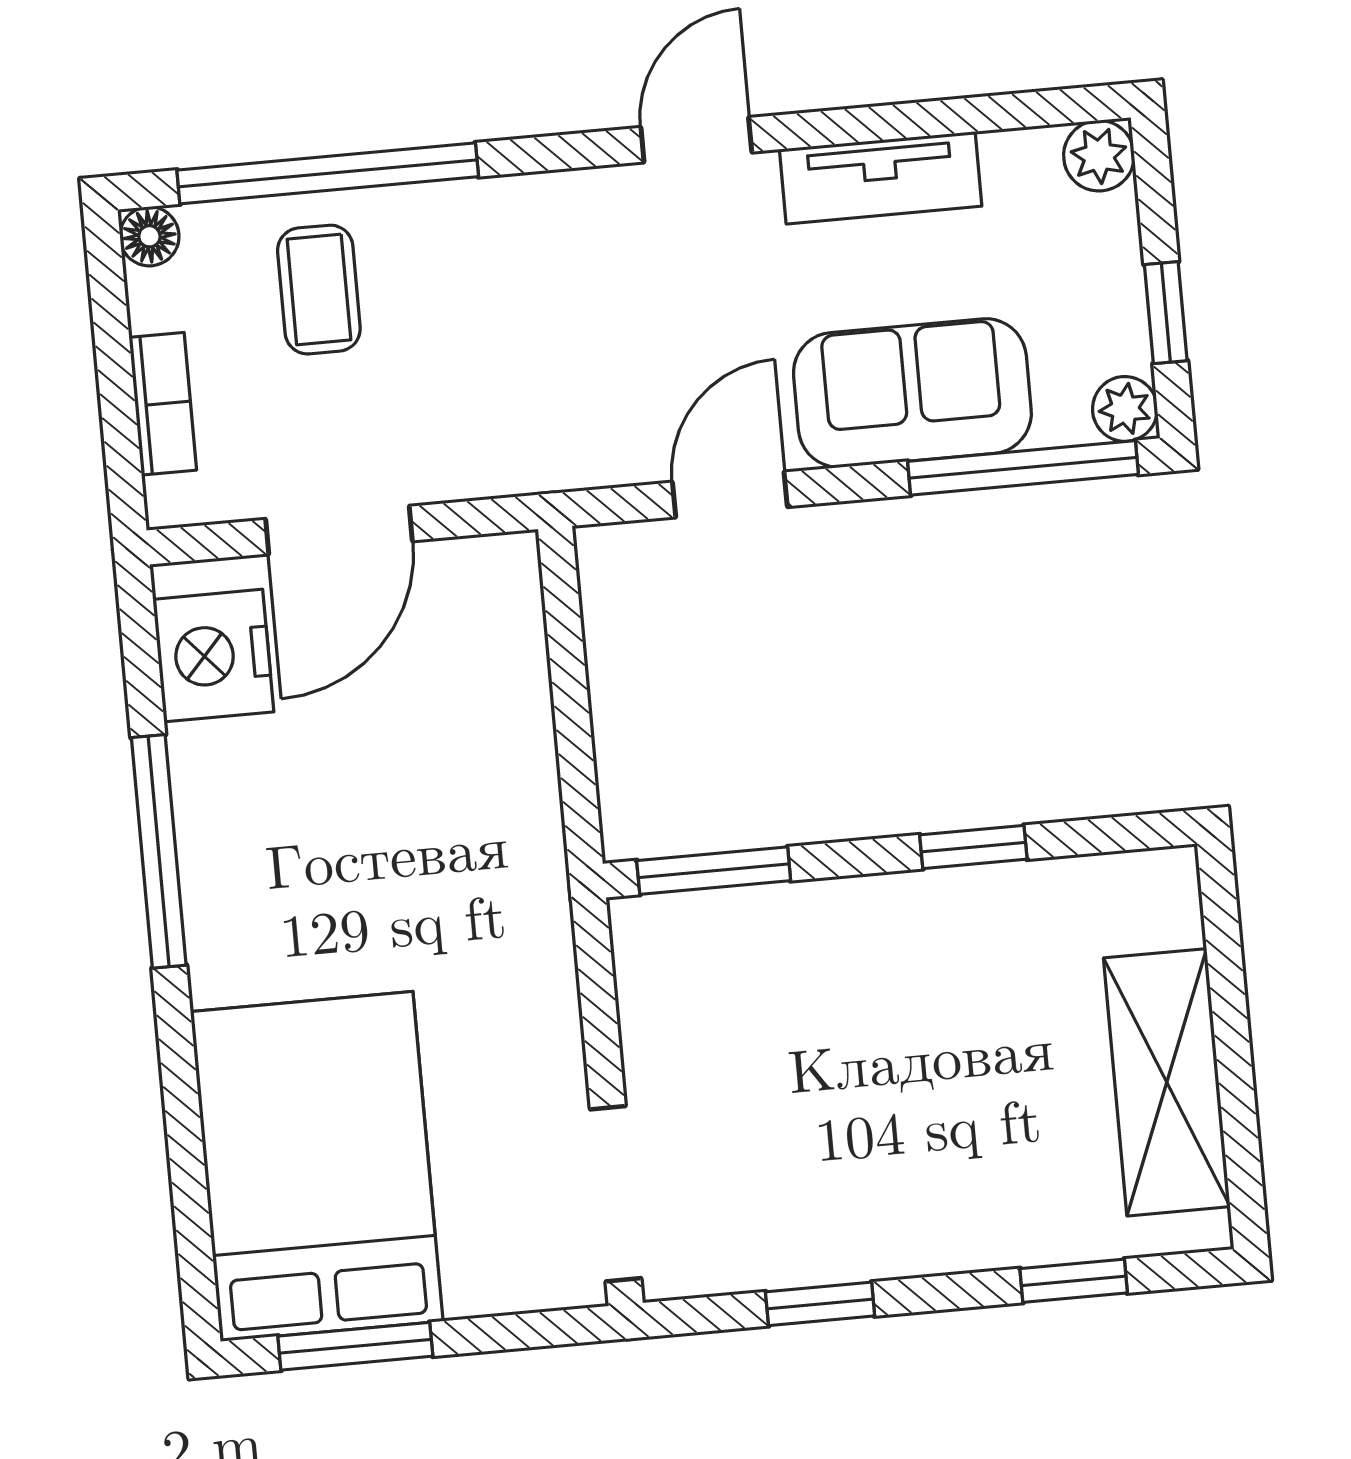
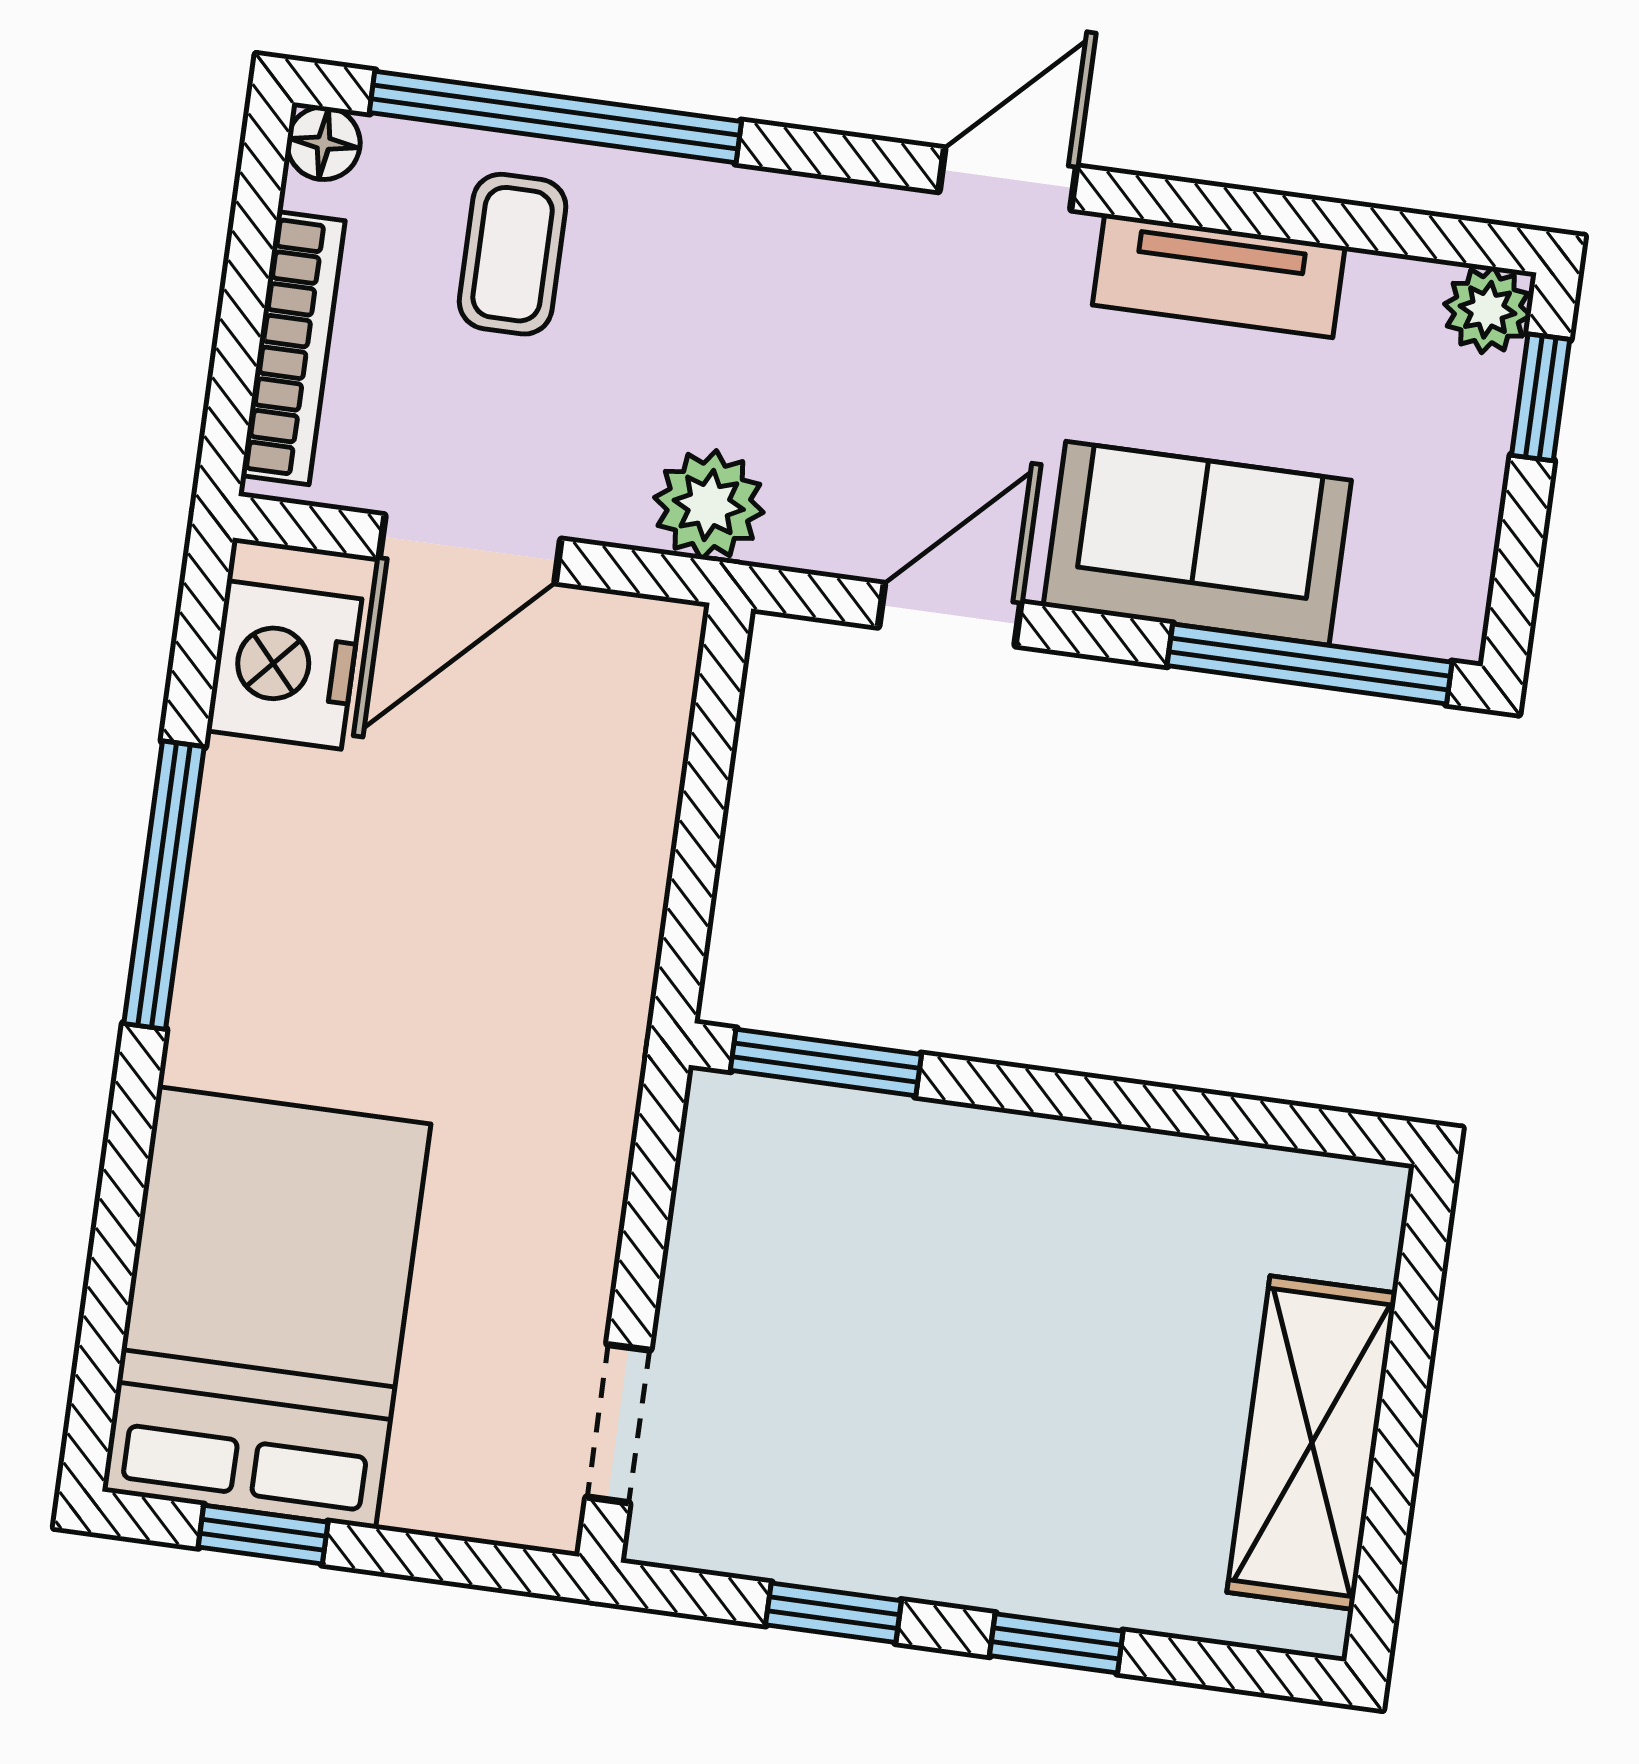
window: (1166, 313) -> (1541, 397), moved
bookcase: (163, 404) -> (293, 348), width x1.56
plant: (1125, 409) -> (709, 505), moved, width x1.38, depth x1.38
window: (973, 847) -> (1145, 1106), removed
doorway: (616, 1194) -> (618, 1424), width x0.73
window: (1074, 1281) -> (1056, 1643), moved
window: (355, 1346) -> (263, 1535), width x0.67

